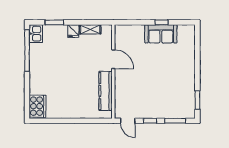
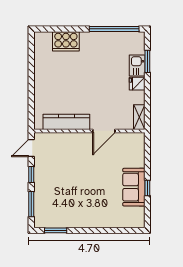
shelving: (90, 29) -> (139, 117), moved
kitchen sink: (36, 34) -> (137, 66), moved, turned 90
cooker: (37, 106) -> (66, 41), moved

